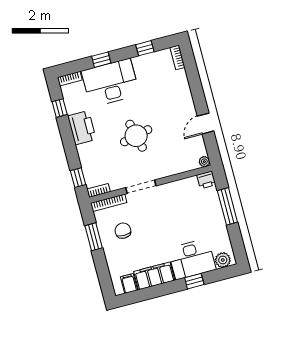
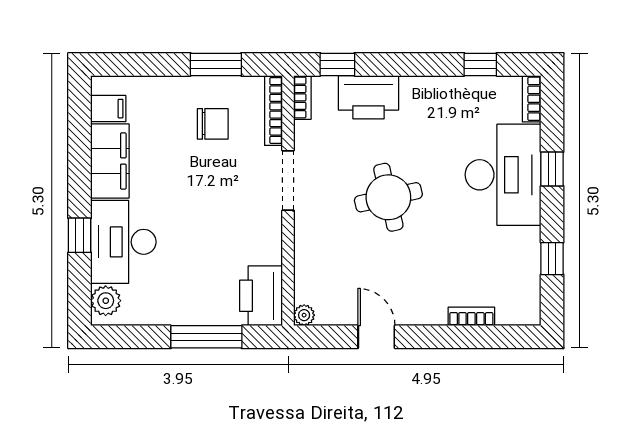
bookcase: (177, 57) -> (471, 316), moved
printer: (82, 128) -> (368, 97), moved
printer: (206, 180) -> (261, 296), width x1.87, depth x1.48

